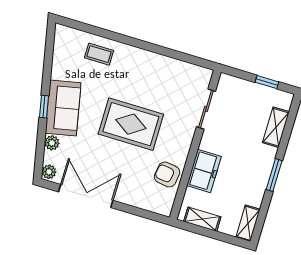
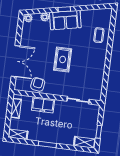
rug: (131, 124) -> (63, 59), width x0.73, depth x0.70
shelving: (276, 127) -> (85, 142), moved
double door: (86, 196) -> (16, 61), moved

